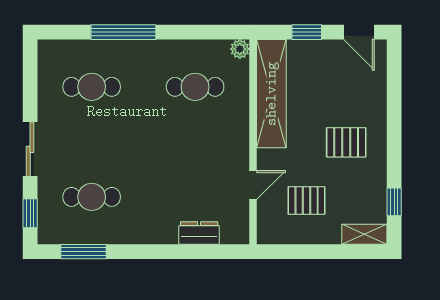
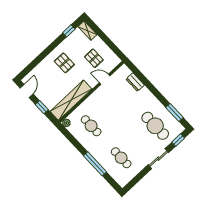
cafe table: (92, 197) -> (155, 126), width x1.37, depth x1.35

